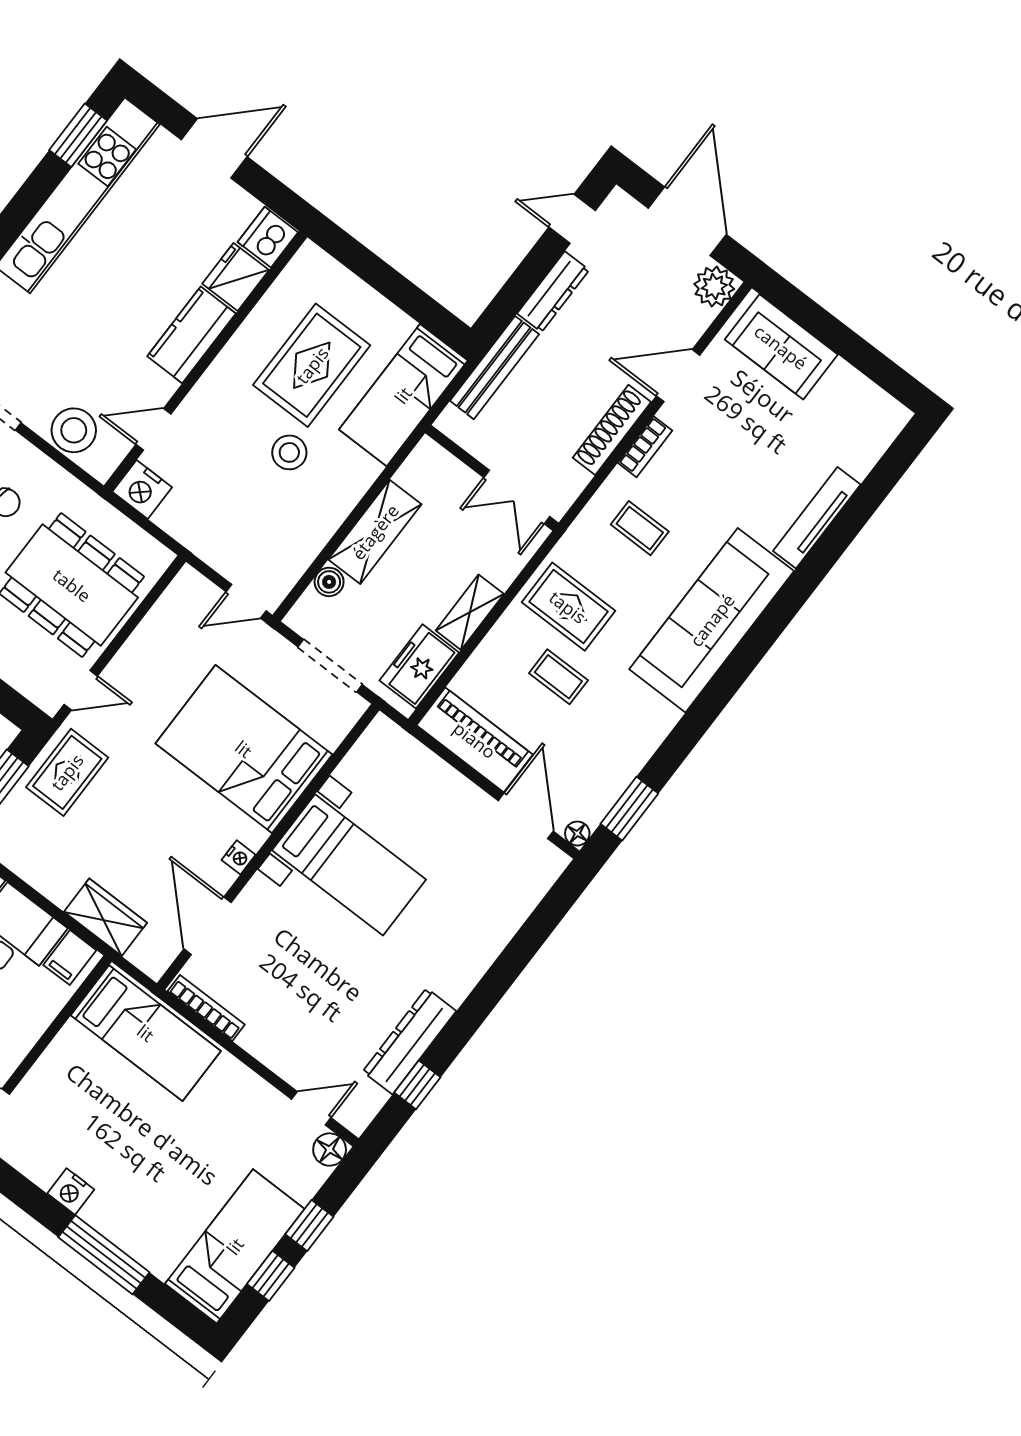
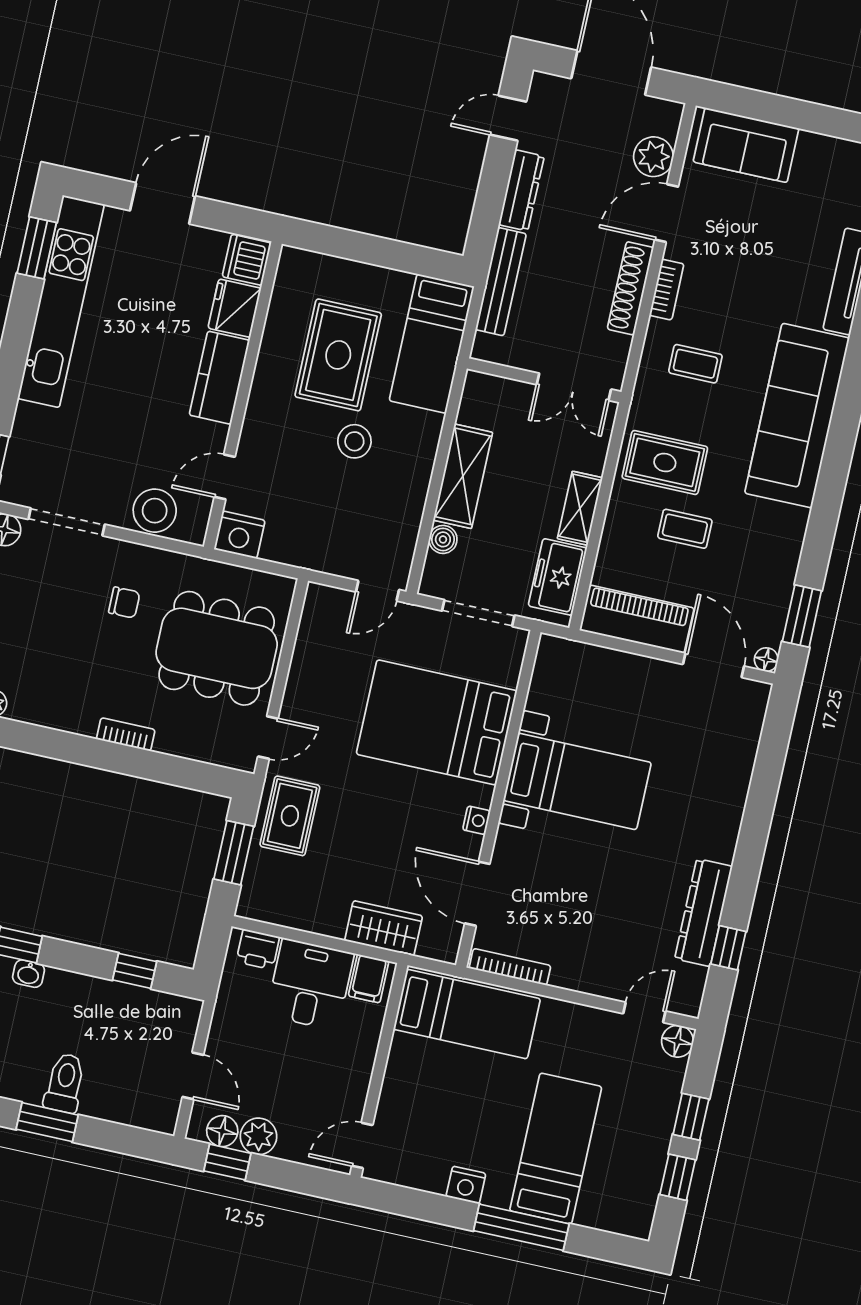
plant: (714, 287) -> (653, 157), moved
bed: (235, 1246) -> (556, 1149), moved

